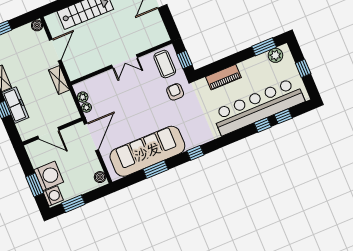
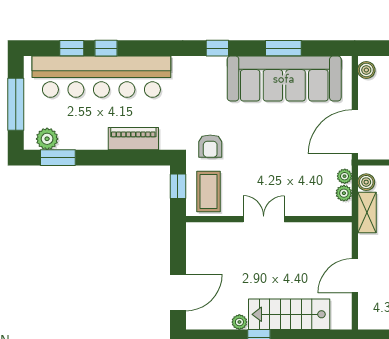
boiler: (37, 25) -> (366, 182), moved
window: (303, 68) -> (16, 104), width x2.17
shelving: (59, 80) -> (367, 212), moved

